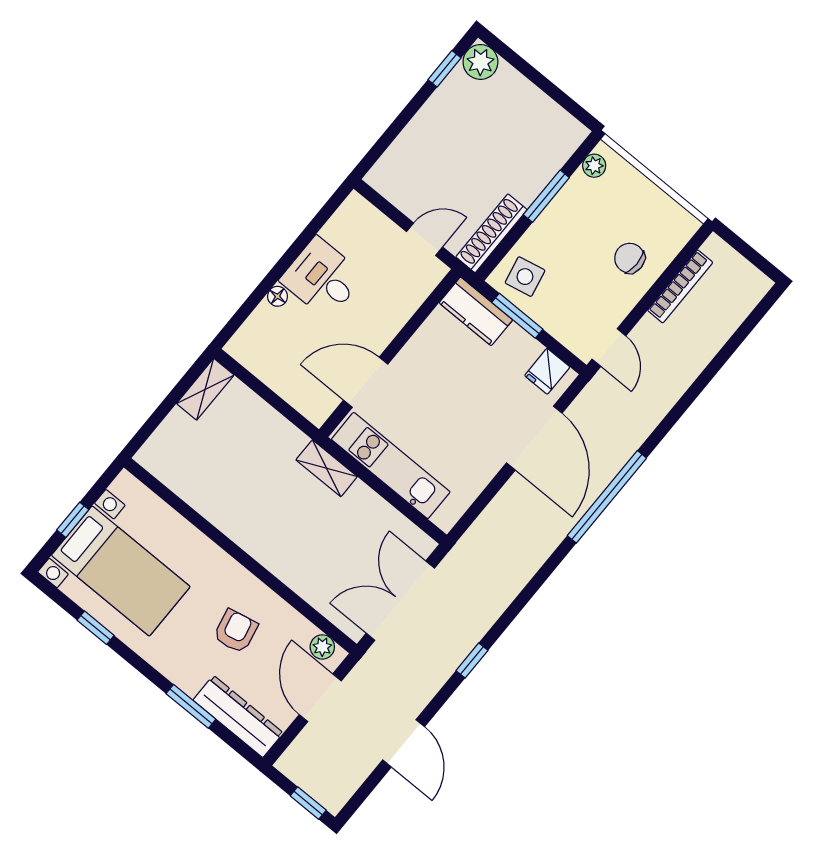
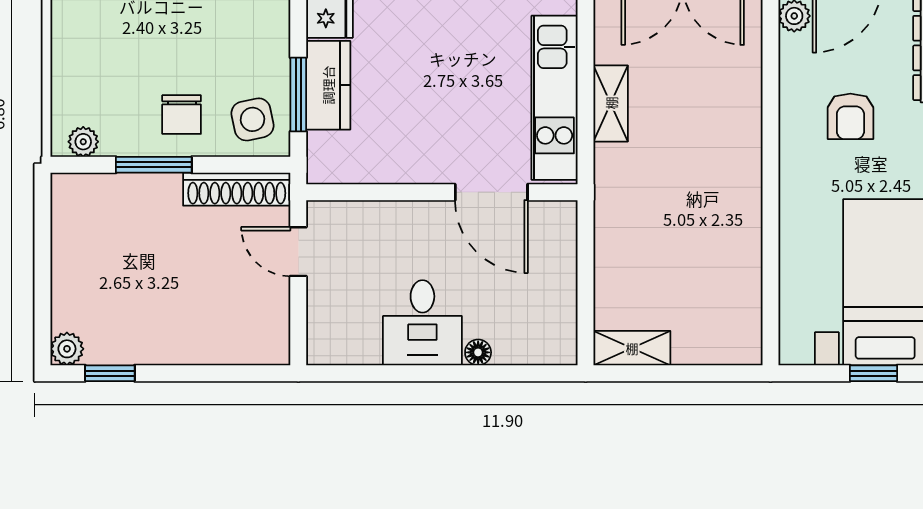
plant: (480, 62) -> (67, 349), width x0.73, depth x0.73
chair: (630, 258) -> (182, 115), moved
kitchen counter: (476, 311) -> (328, 85), moved
shelving: (327, 468) -> (611, 103), moved
armchair: (236, 631) -> (850, 116), turned -78

